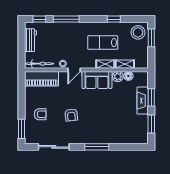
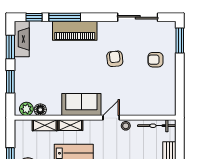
plant: (118, 77) -> (26, 109), moved
piano: (41, 79) -> (75, 31), moved, turned 180
fireplace: (143, 101) -> (22, 39), moved
window: (97, 147) -> (65, 17), moved
window: (133, 147) -> (34, 17), added

